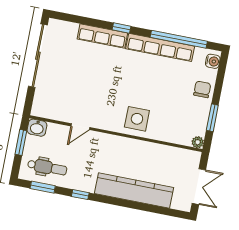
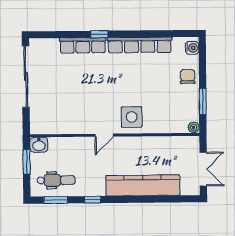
window: (179, 39) -> (156, 34), removed
door: (80, 127) -> (104, 135), moved

